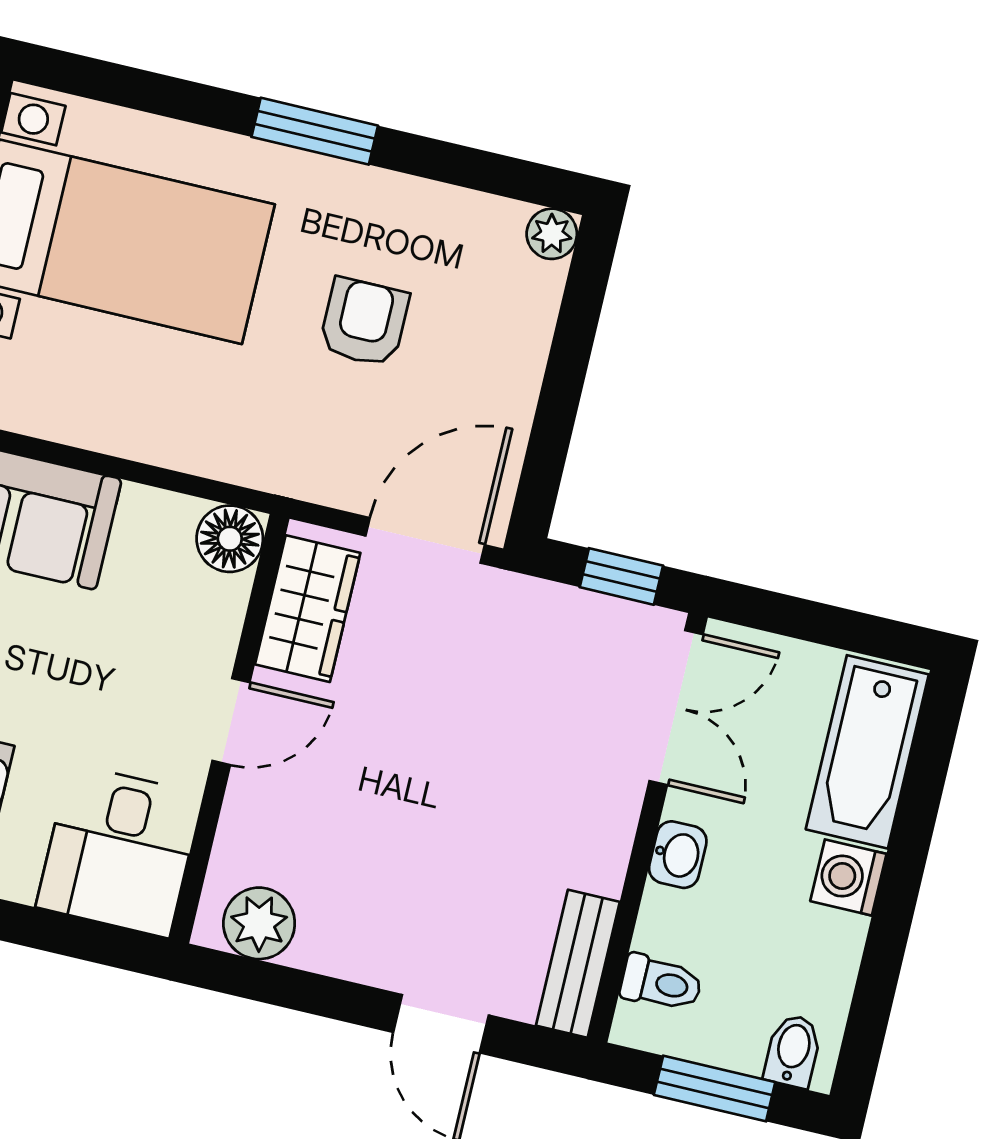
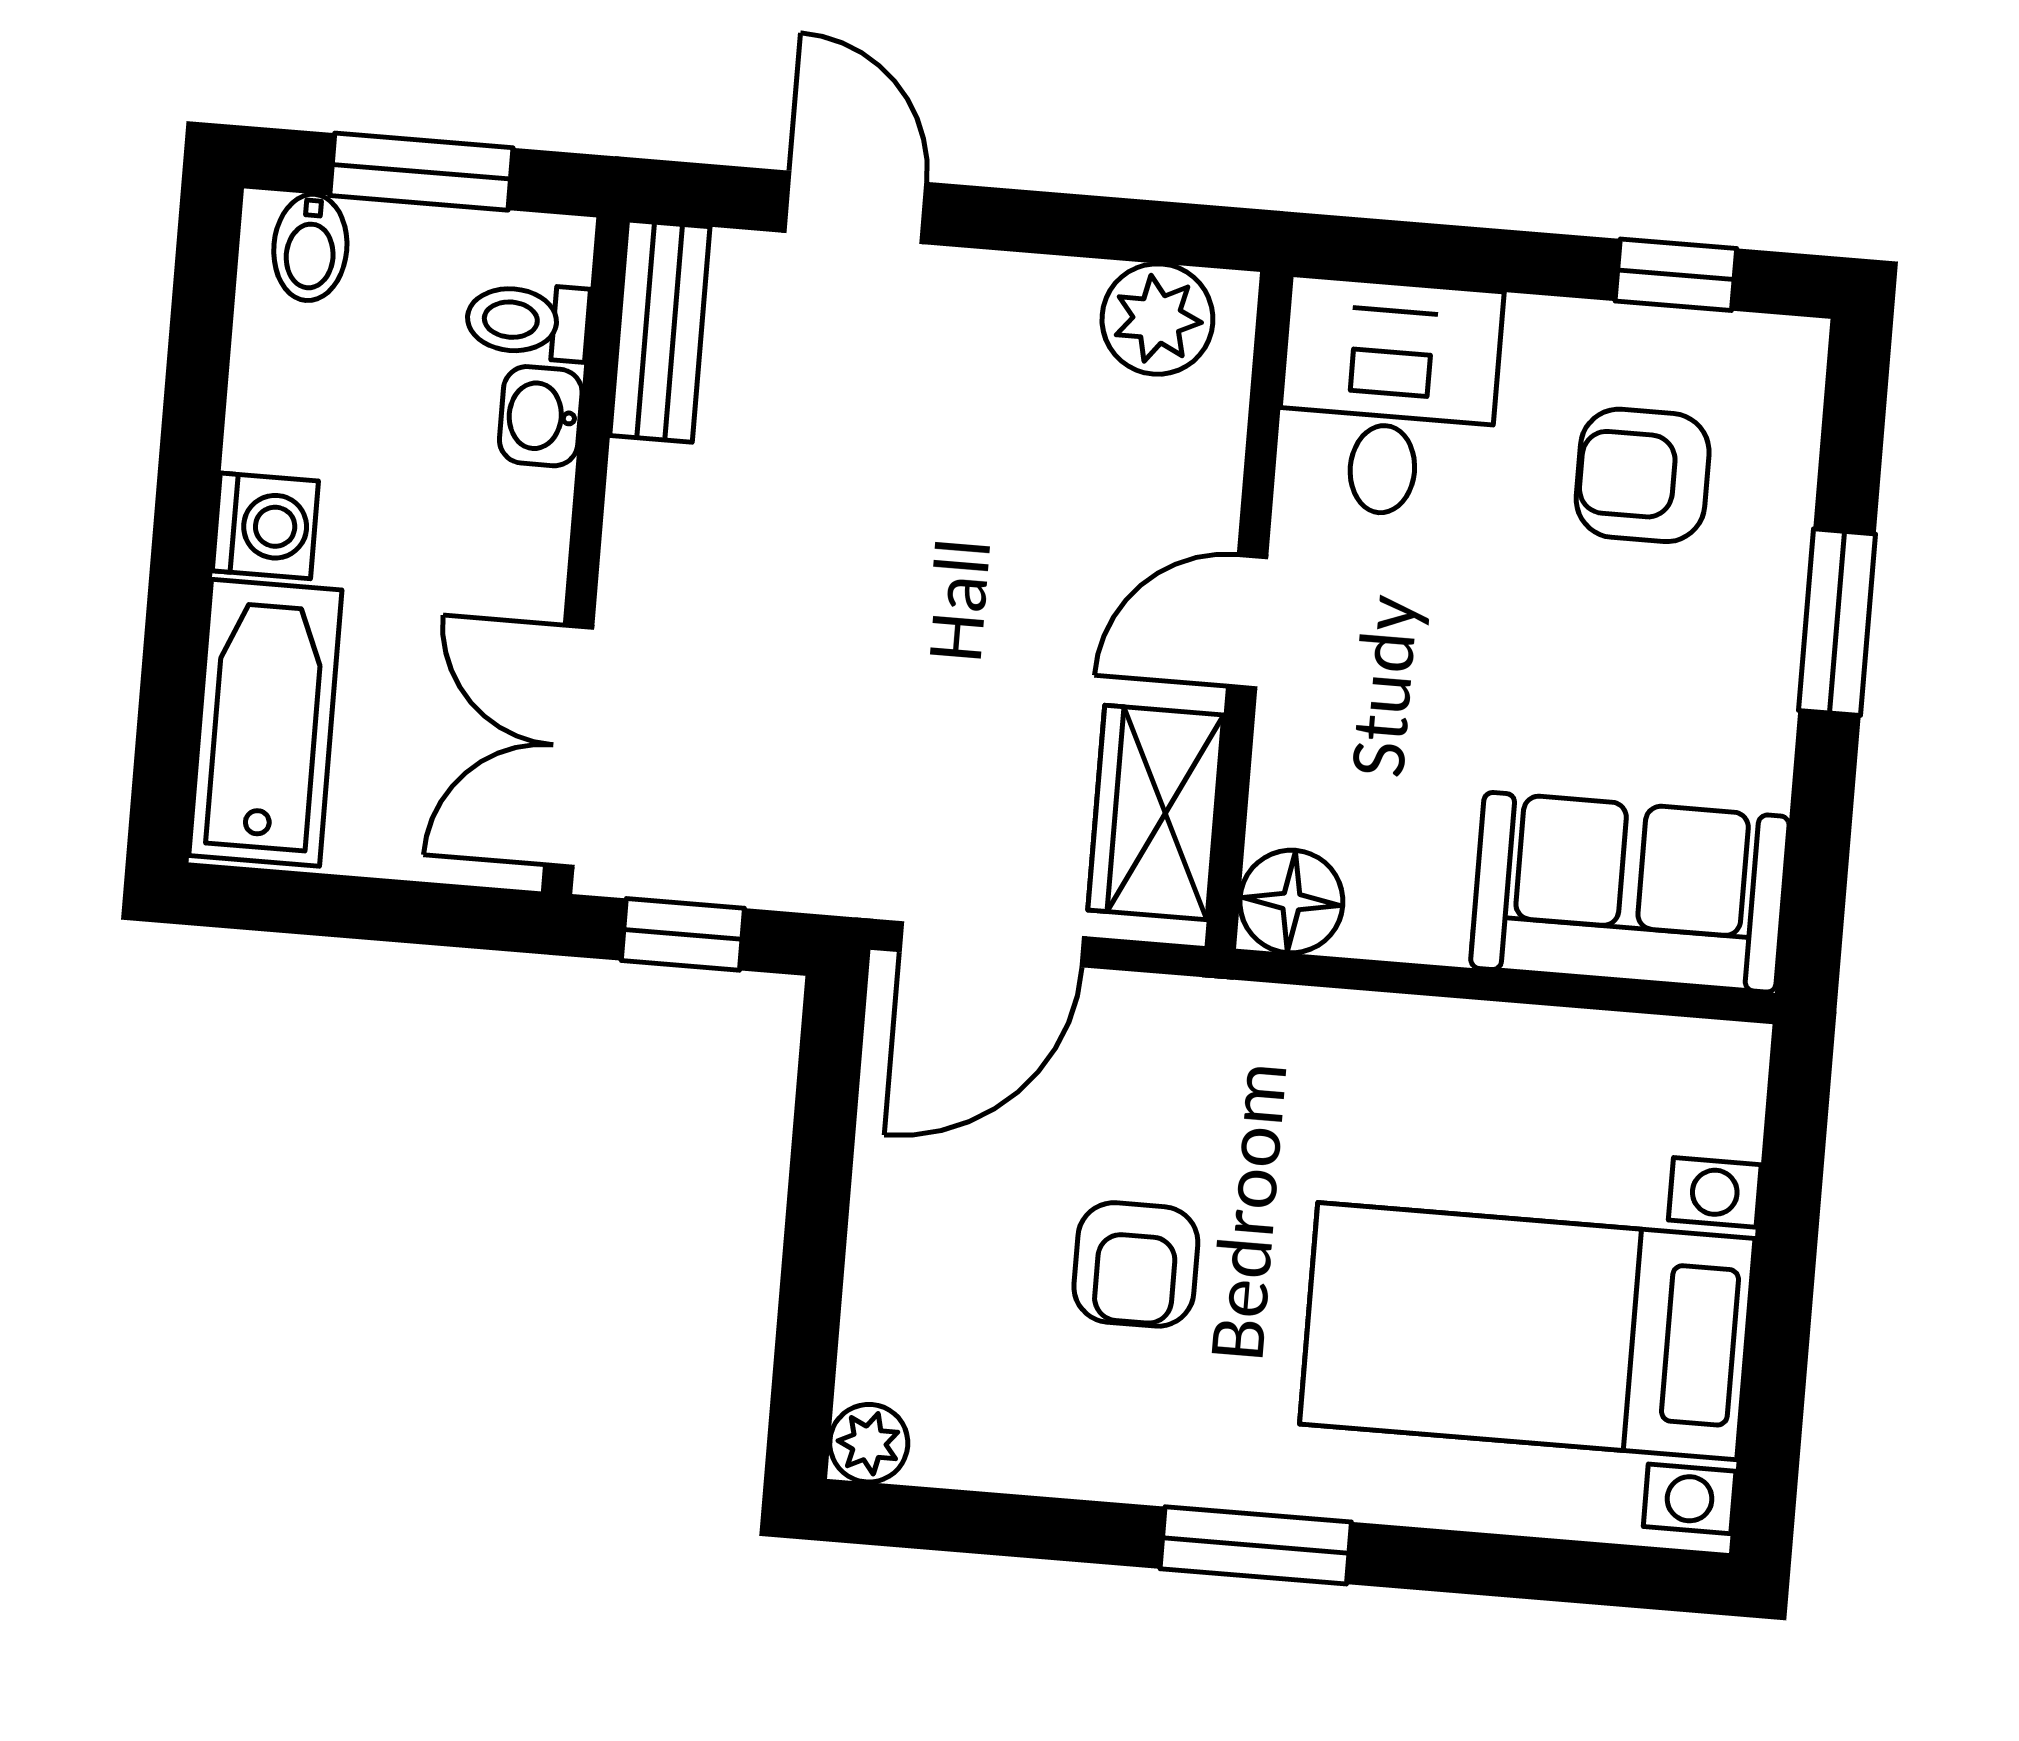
washbasin: (678, 855) -> (541, 416), moved

